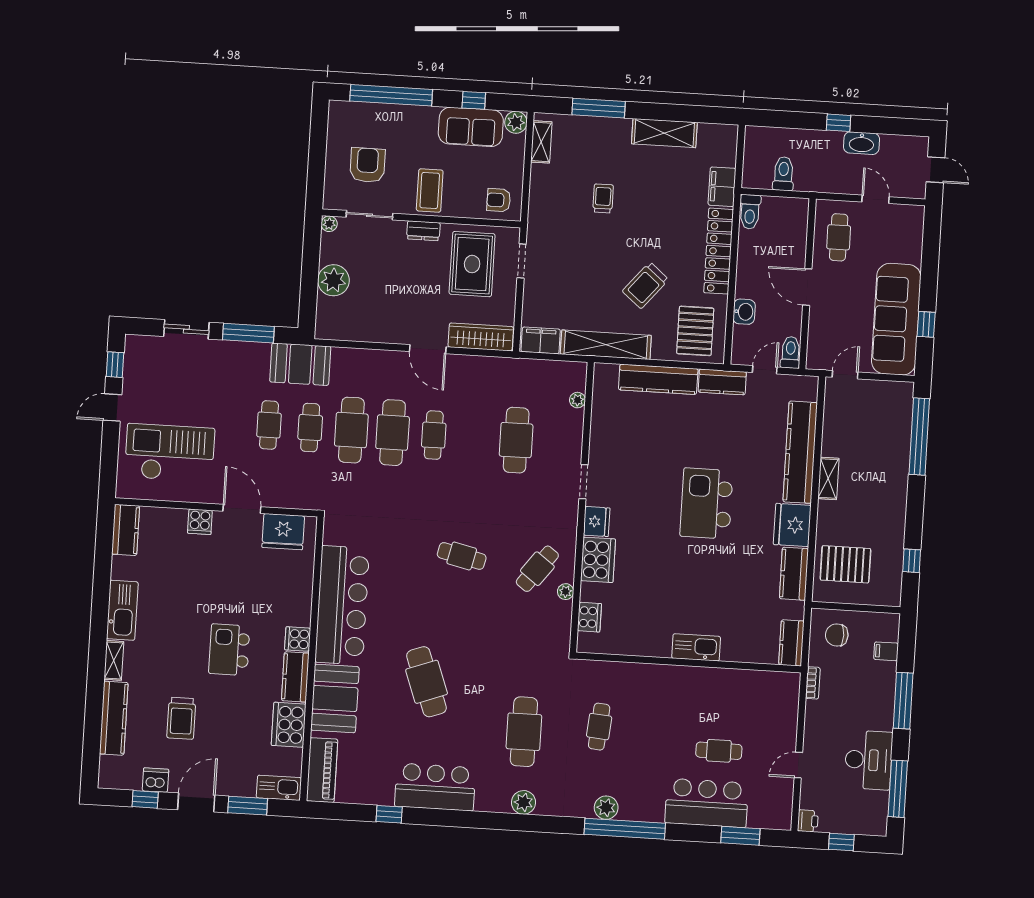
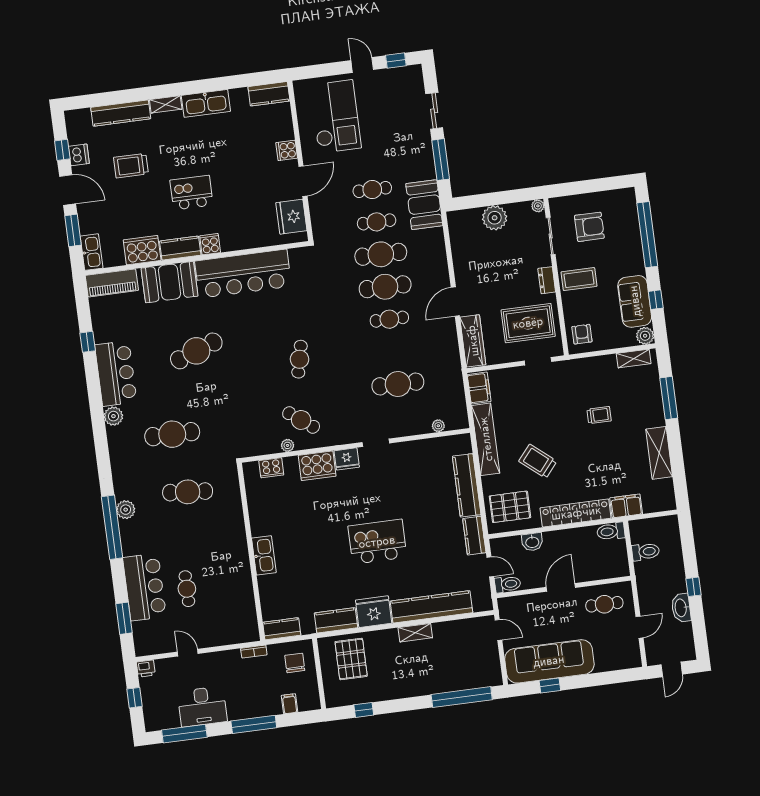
cafe table: (599, 727) -> (188, 492), width x1.37, depth x1.35
plant: (524, 802) -> (113, 416), moved

